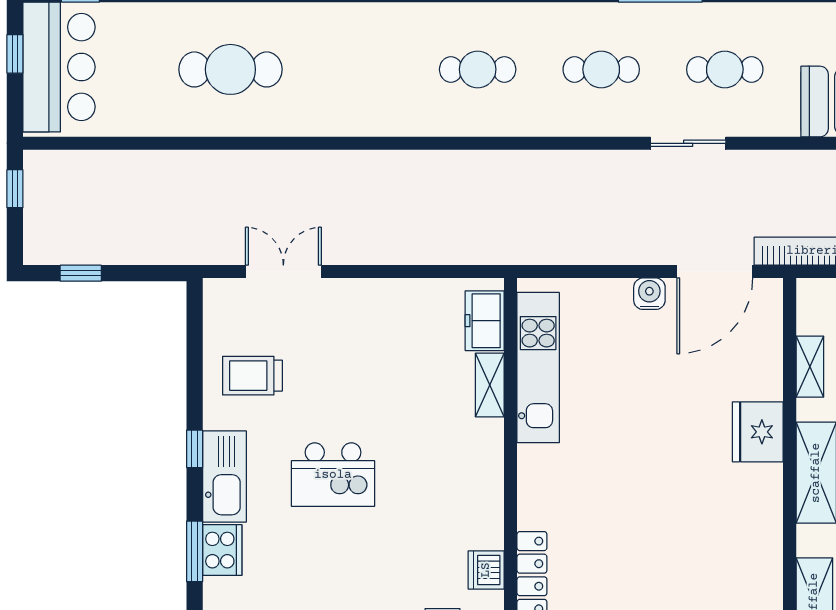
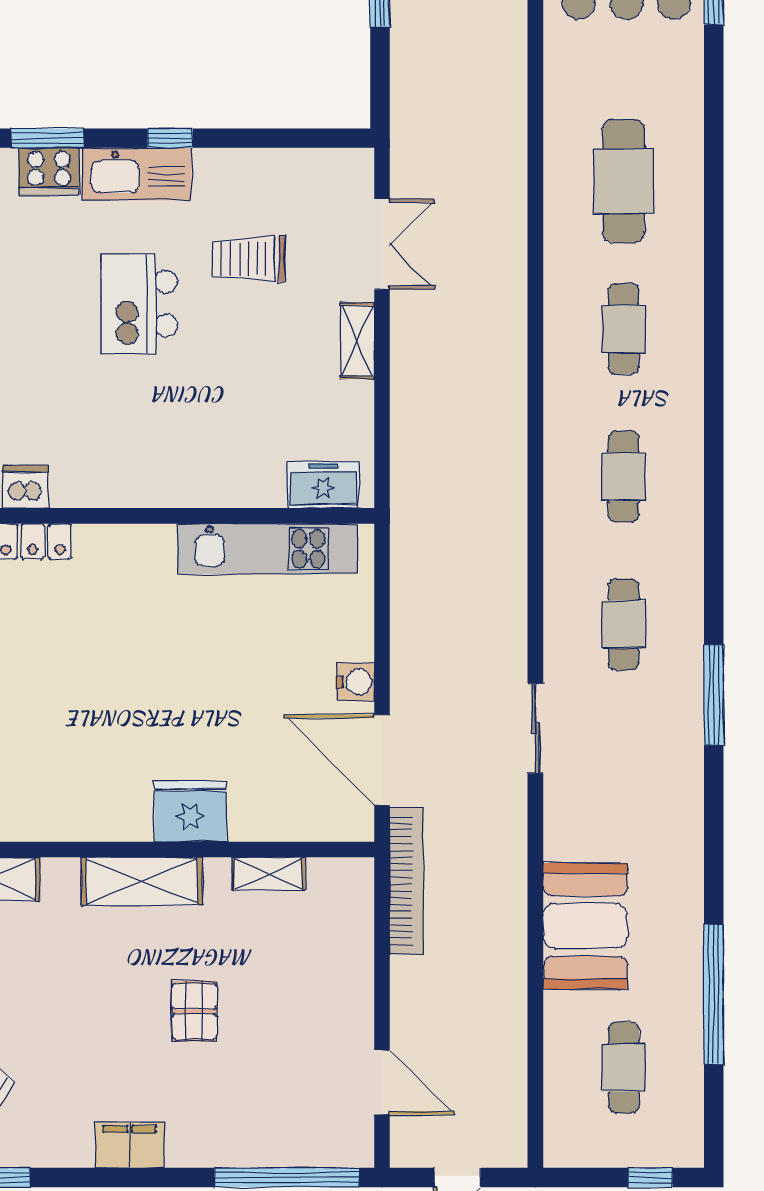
cafe table: (725, 69) -> (624, 329), moved
trolley: (252, 376) -> (249, 259), moved, turned -90
shelving: (490, 385) -> (357, 341), moved, turned 90

